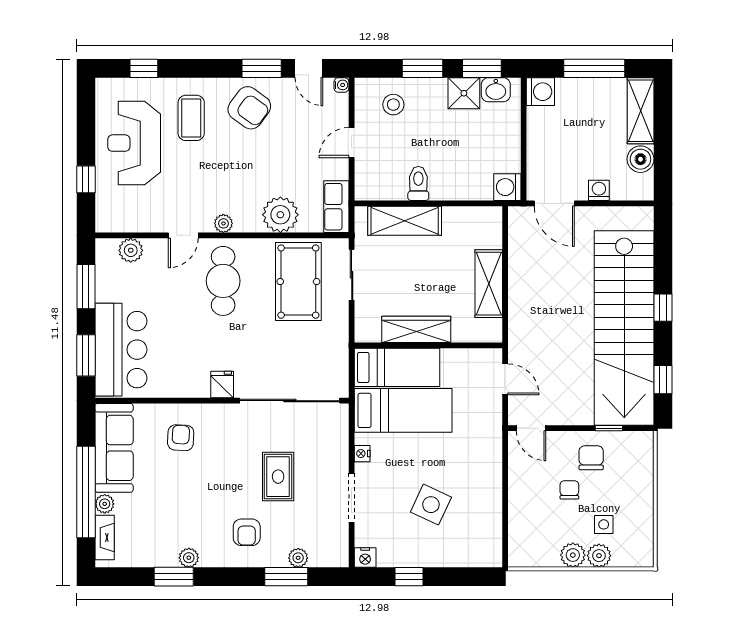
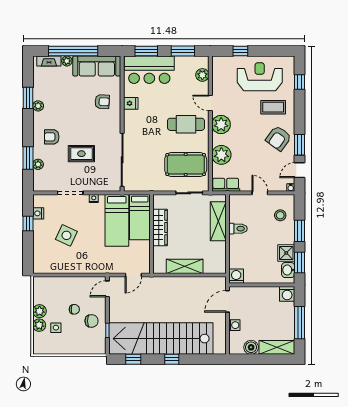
plant: (223, 223) -> (221, 124), width x1.88, depth x1.88
fridge: (222, 384) -> (131, 103), moved
nightstand: (365, 558) -> (38, 213), moved

